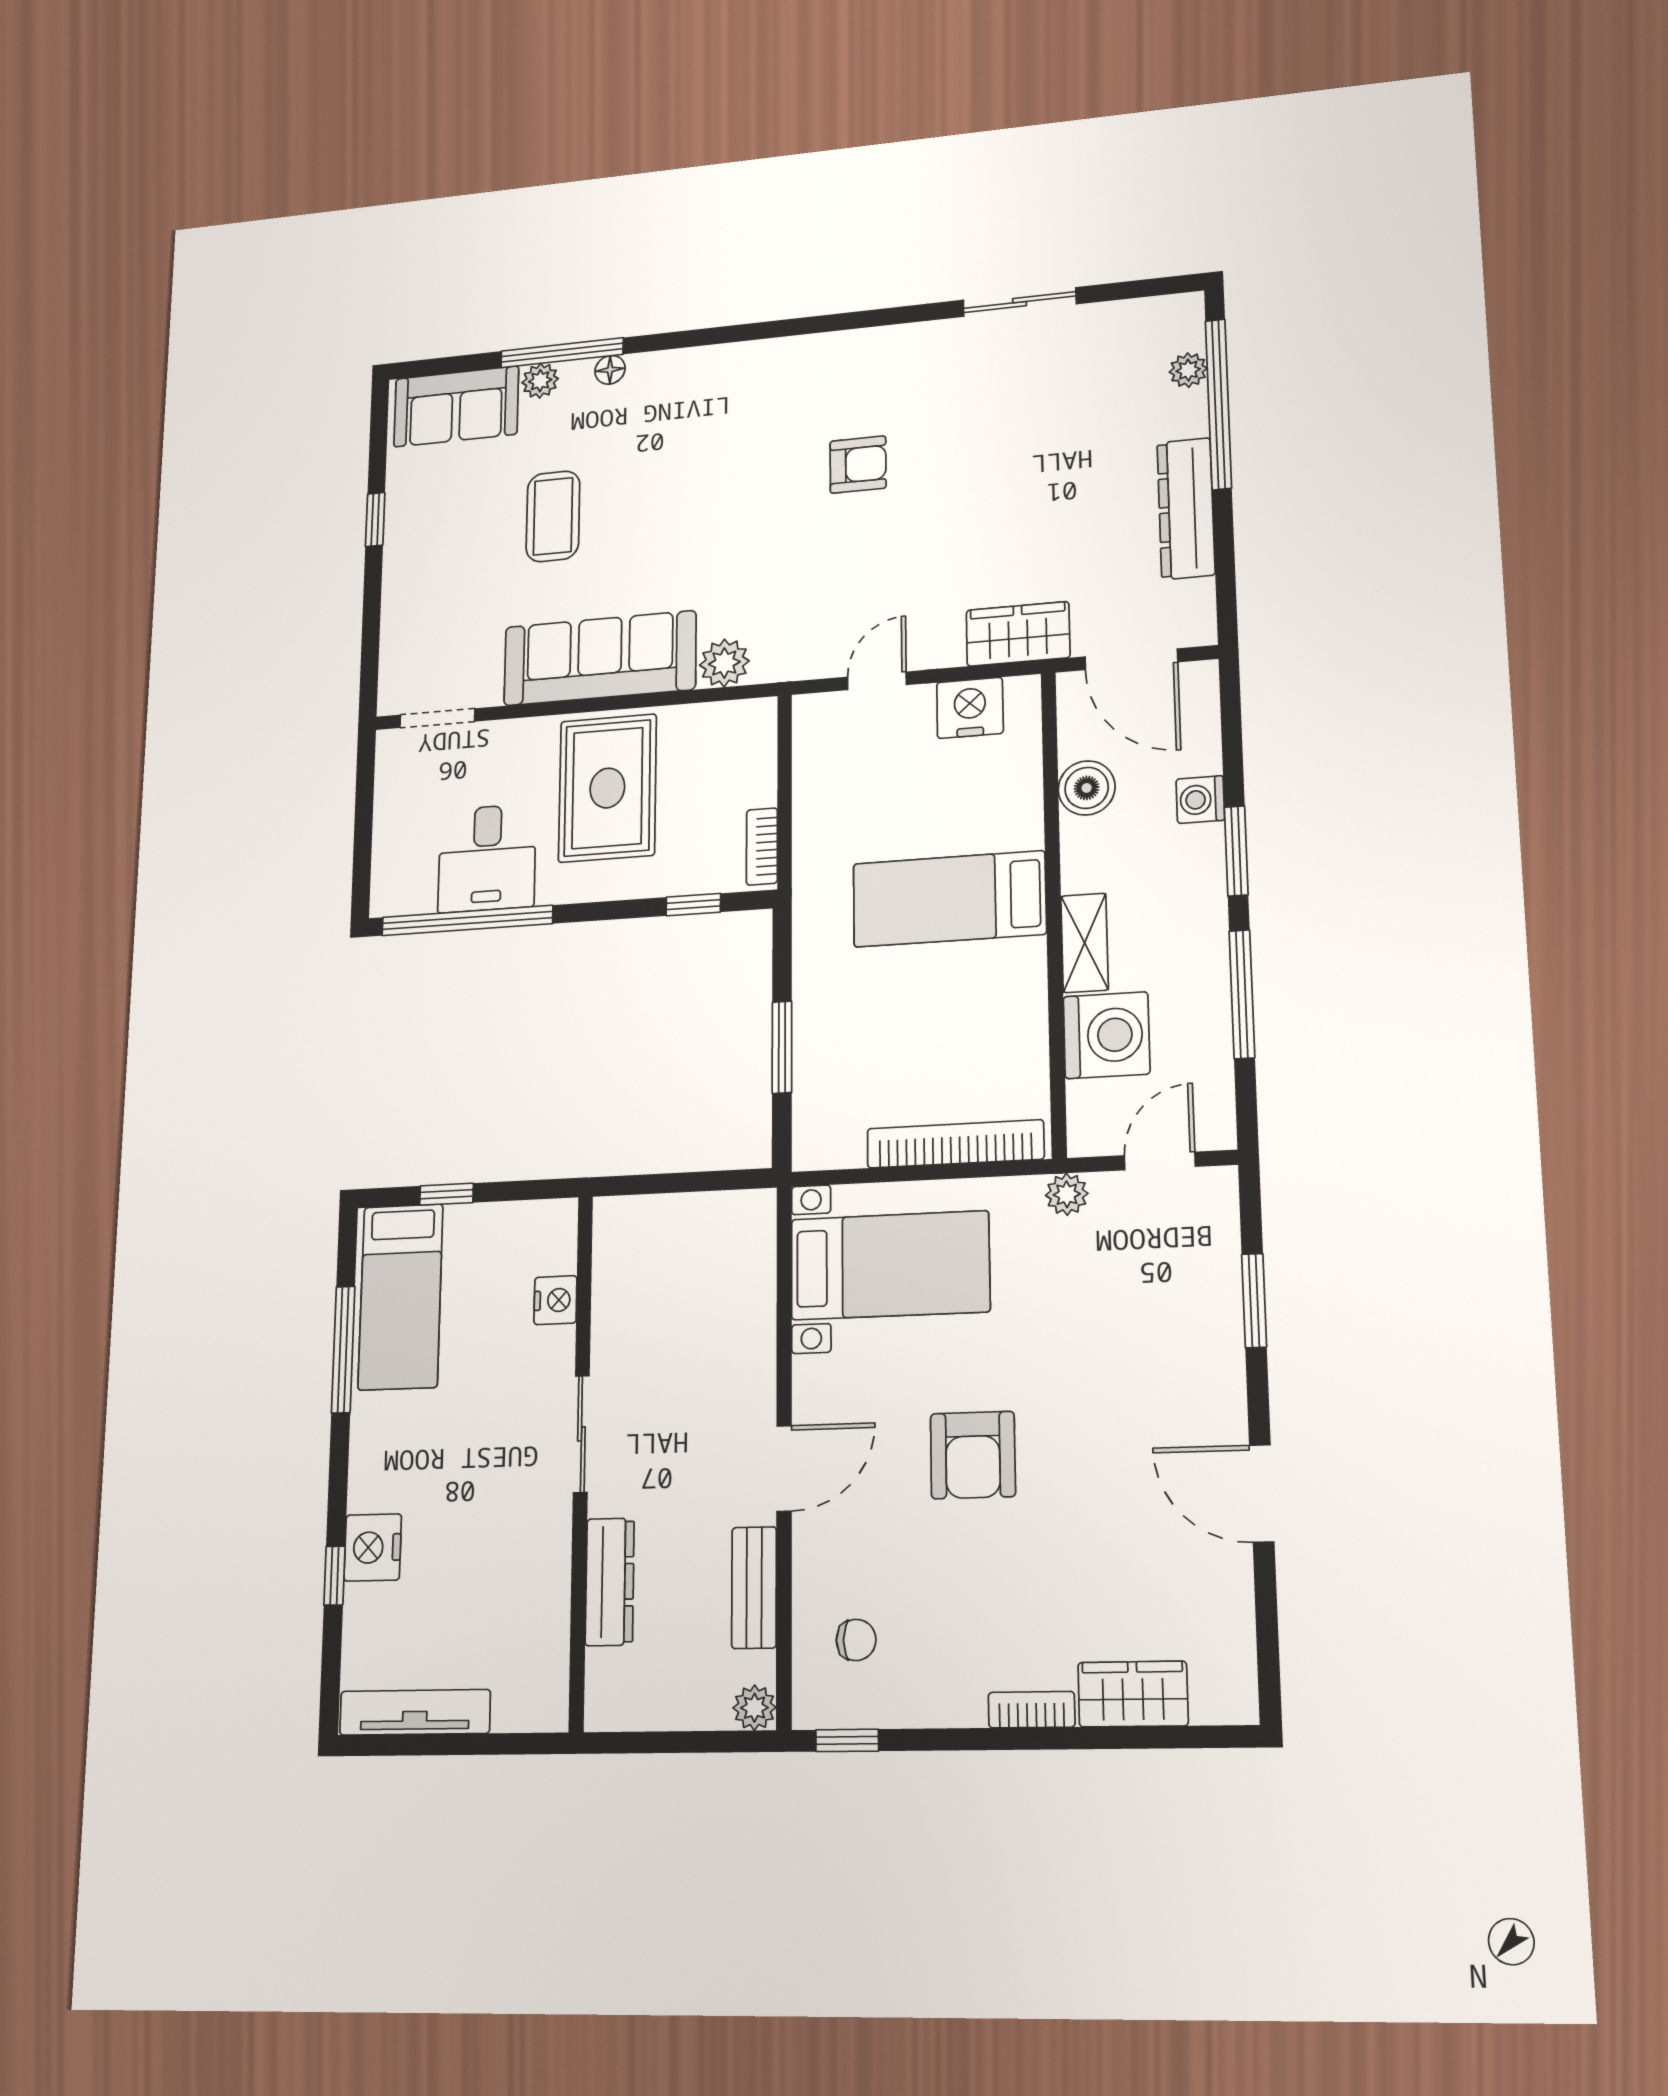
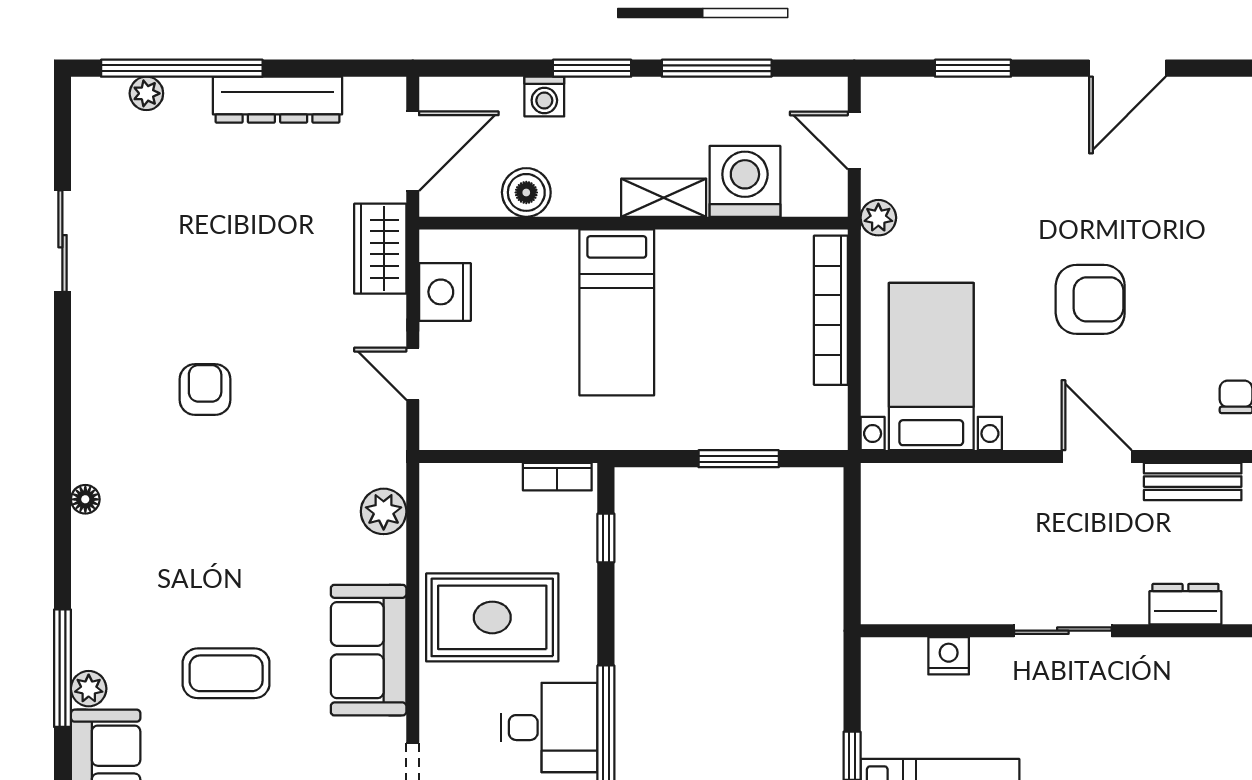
floor lamp: (610, 370) -> (85, 499), moved
sofa: (600, 658) -> (369, 650), width x0.73
dresser: (610, 1582) -> (1185, 604), width x0.70

